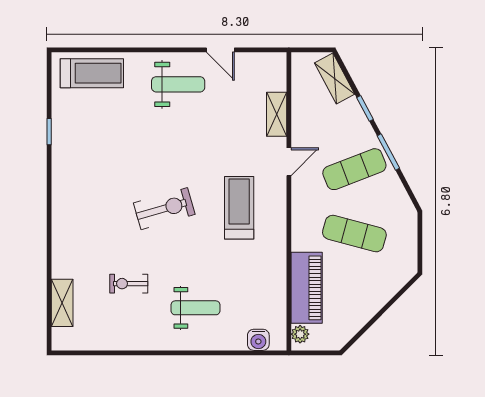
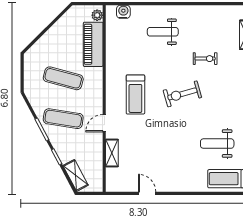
weight bench: (178, 84) -> (217, 144), moved
exercise mat: (354, 169) -> (63, 119), turned 30
exercise bike: (129, 284) -> (205, 59), moved

